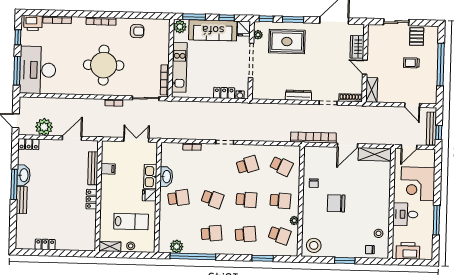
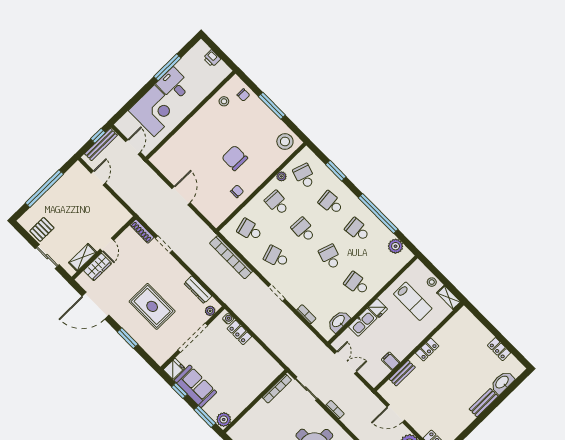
window: (266, 19) -> (149, 359), removed
sofa: (213, 30) -> (195, 386), width x0.73
plant: (258, 35) -> (210, 311), moved
rug: (287, 42) -> (152, 306), moved
trolley: (411, 63) -> (66, 212), removed
kitchen unit: (179, 67) -> (255, 387), removed
shelving: (372, 90) -> (83, 257), moved
dresser: (298, 95) -> (198, 290), moved
bookcase: (313, 138) -> (231, 257), moved
double door: (136, 140) -> (346, 363), swing flipped
door: (348, 145) -> (181, 196), hinge flipped
door: (409, 147) -> (133, 147), hinge flipped
shelving: (375, 154) -> (166, 167), removed
school desk: (281, 166) -> (250, 230), turned -39
bench: (93, 168) -> (402, 373), width x0.73
washbasin: (24, 175) -> (502, 382), moved
washbasin: (166, 177) -> (339, 321), moved
window: (14, 184) -> (478, 421), removed
chair: (336, 203) -> (235, 158), turned 180
desk: (405, 214) -> (174, 85), moved, turned 180
lab bench: (131, 222) -> (413, 301), turned 180
printer: (408, 251) -> (212, 58), width x0.53, depth x0.68
window: (193, 256) -> (378, 214), moved
window: (345, 260) -> (272, 106), width x1.44

